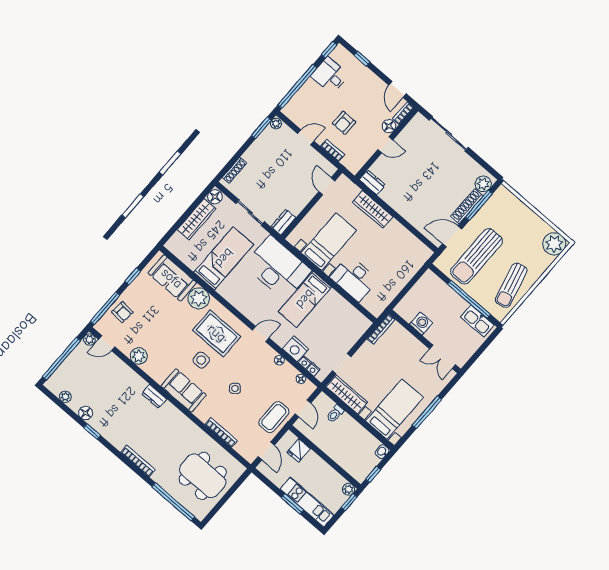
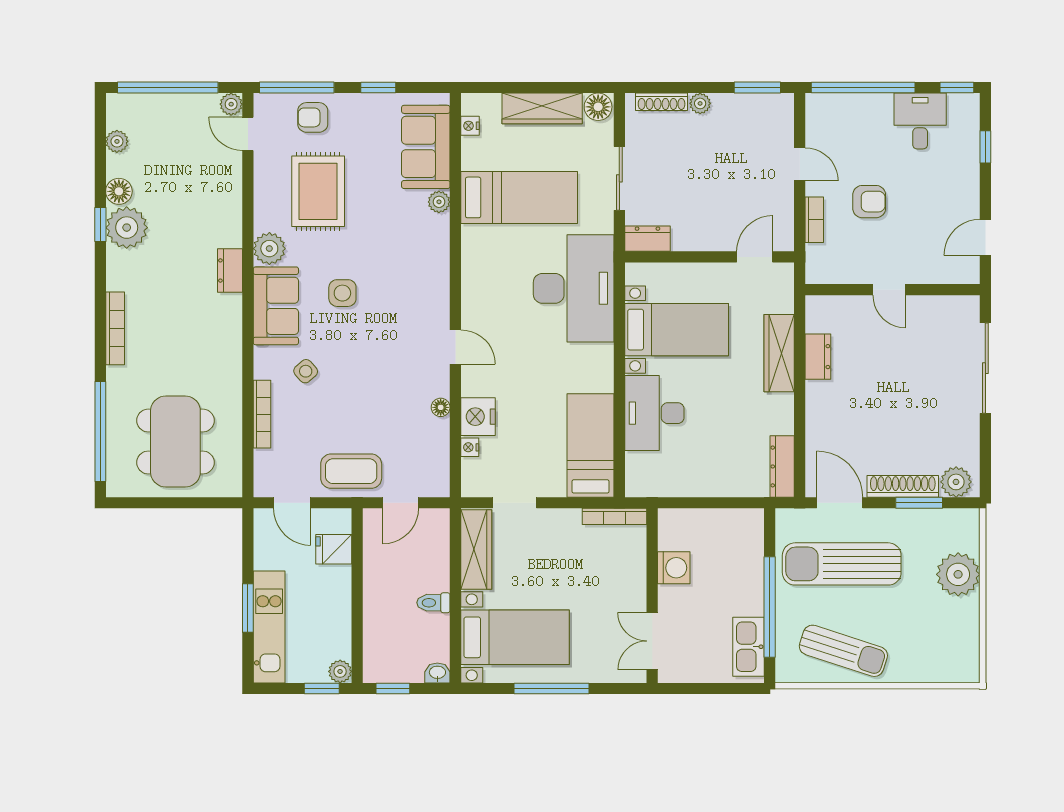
bookcase: (403, 113) -> (958, 275), removed
armchair: (344, 123) -> (869, 202), turned 180
plant: (276, 124) -> (700, 103), moved
floor lamp: (389, 126) -> (921, 271), removed
dresser: (372, 182) -> (818, 357), moved
window: (479, 205) -> (919, 503), width x0.69
plant: (554, 244) -> (958, 574), moved
dresser: (418, 247) -> (782, 466), added
sun lounger: (511, 285) -> (843, 651), turned -148
plant: (199, 298) -> (439, 202), width x0.53, depth x0.53
bed: (305, 299) -> (591, 445), moved, turned 90
armchair: (122, 312) -> (313, 117), turned 85
rug: (217, 333) -> (318, 191), moved
plant: (139, 356) -> (269, 249), moved
nightstand: (313, 370) -> (470, 126), moved
floor lamp: (301, 379) -> (441, 462), removed
side table: (235, 388) -> (306, 371), moved
toilet: (335, 414) -> (433, 603), moved
plant: (102, 422) -> (127, 228), added
door: (266, 451) -> (292, 503), hinge flipped

